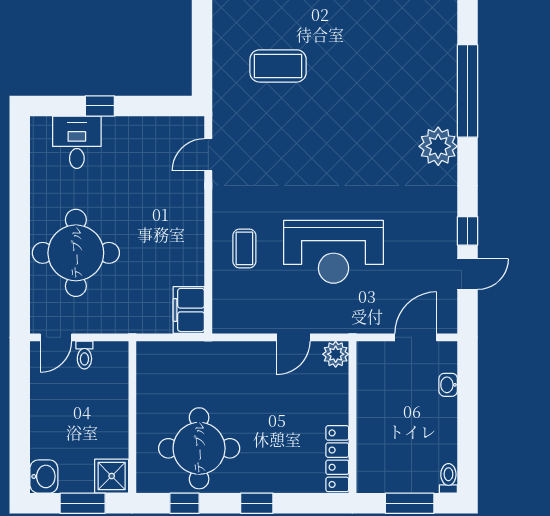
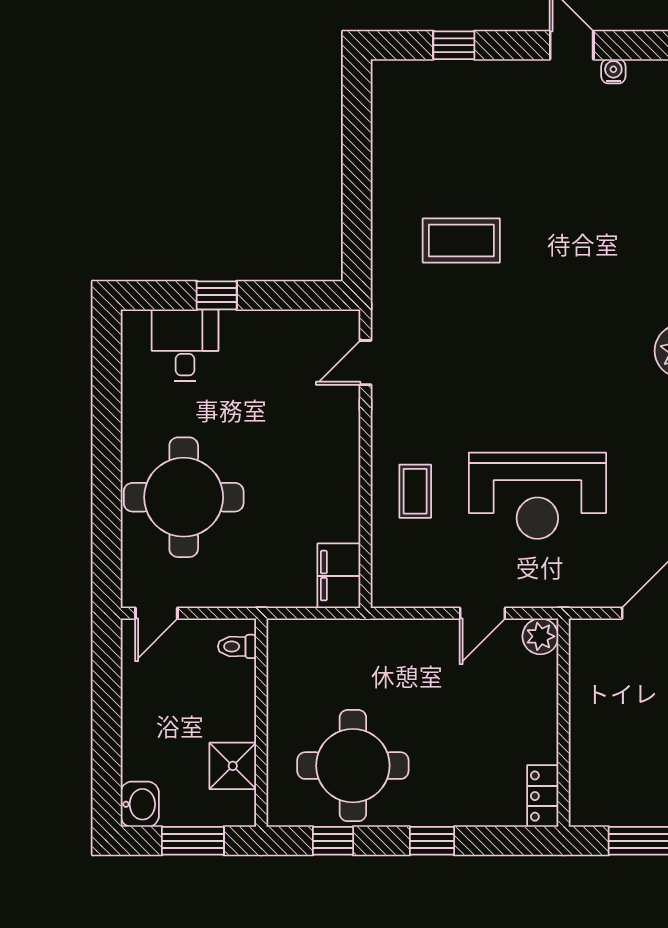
toilet: (84, 355) -> (237, 646), moved, turned 90
locker: (337, 459) -> (543, 796), width x0.66
shower: (112, 476) -> (233, 766), moved

